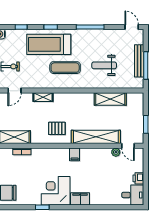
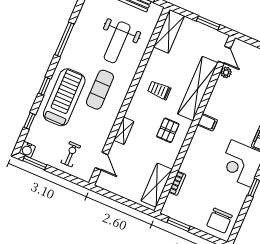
treadmill: (49, 44) -> (64, 97), turned 180
weight bench: (104, 65) -> (117, 42), width x1.36, depth x1.33
shelving: (110, 99) -> (169, 31), moved
trolley: (83, 110) -> (159, 90), added
door: (128, 146) -> (224, 55), hinge flipped

